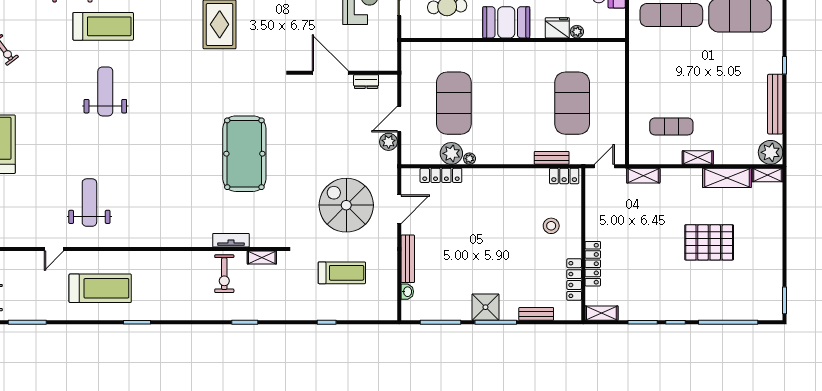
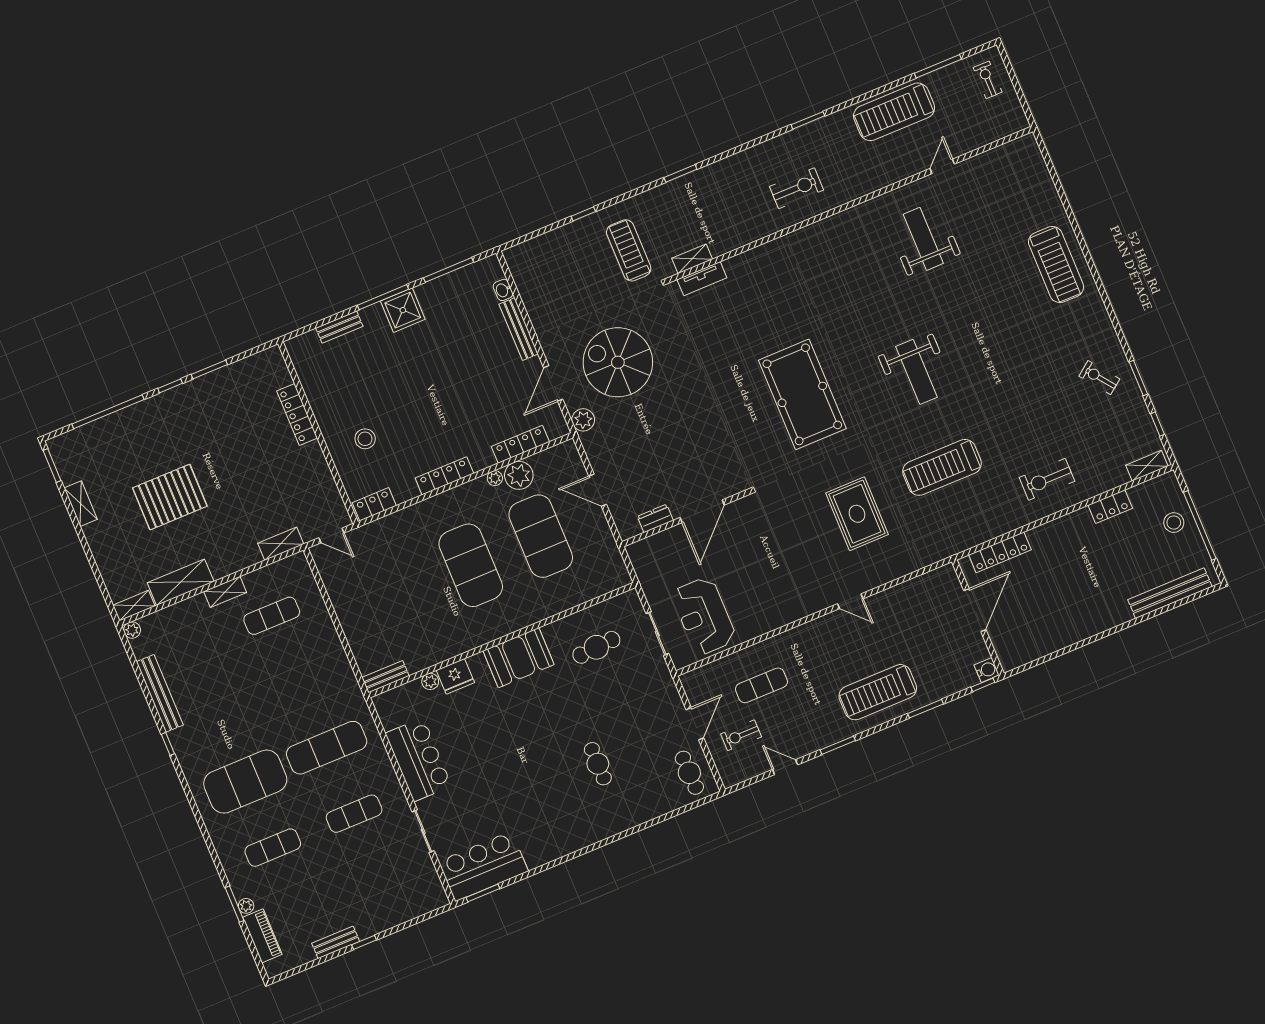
treadmill: (103, 26) -> (942, 467), moved
door: (330, 73) -> (702, 511), hinge flipped
weight bench: (105, 91) -> (916, 372), moved
exercise mat: (572, 103) -> (471, 565), moved
door: (399, 119) -> (598, 490), swing flipped
plant: (389, 142) -> (583, 420), moved
plant: (771, 152) -> (132, 630), width x0.53, depth x0.53
pool table: (244, 154) -> (802, 394), moved
bench: (552, 158) -> (385, 677), moved
door: (604, 166) -> (331, 535), hinge flipped
weight bench: (89, 203) -> (923, 239), turned 180
spiral stairs: (346, 205) -> (618, 362), turned 180
tv unit: (231, 240) -> (702, 279), moved
treadmill: (342, 273) -> (629, 250), moved, turned 90
exercise bike: (224, 274) -> (796, 188), moved, turned 90
locker: (574, 280) -> (444, 476), moved, turned -90
treadmill: (100, 288) -> (894, 112), moved
shelving: (601, 313) -> (81, 504), moved, turned 90

